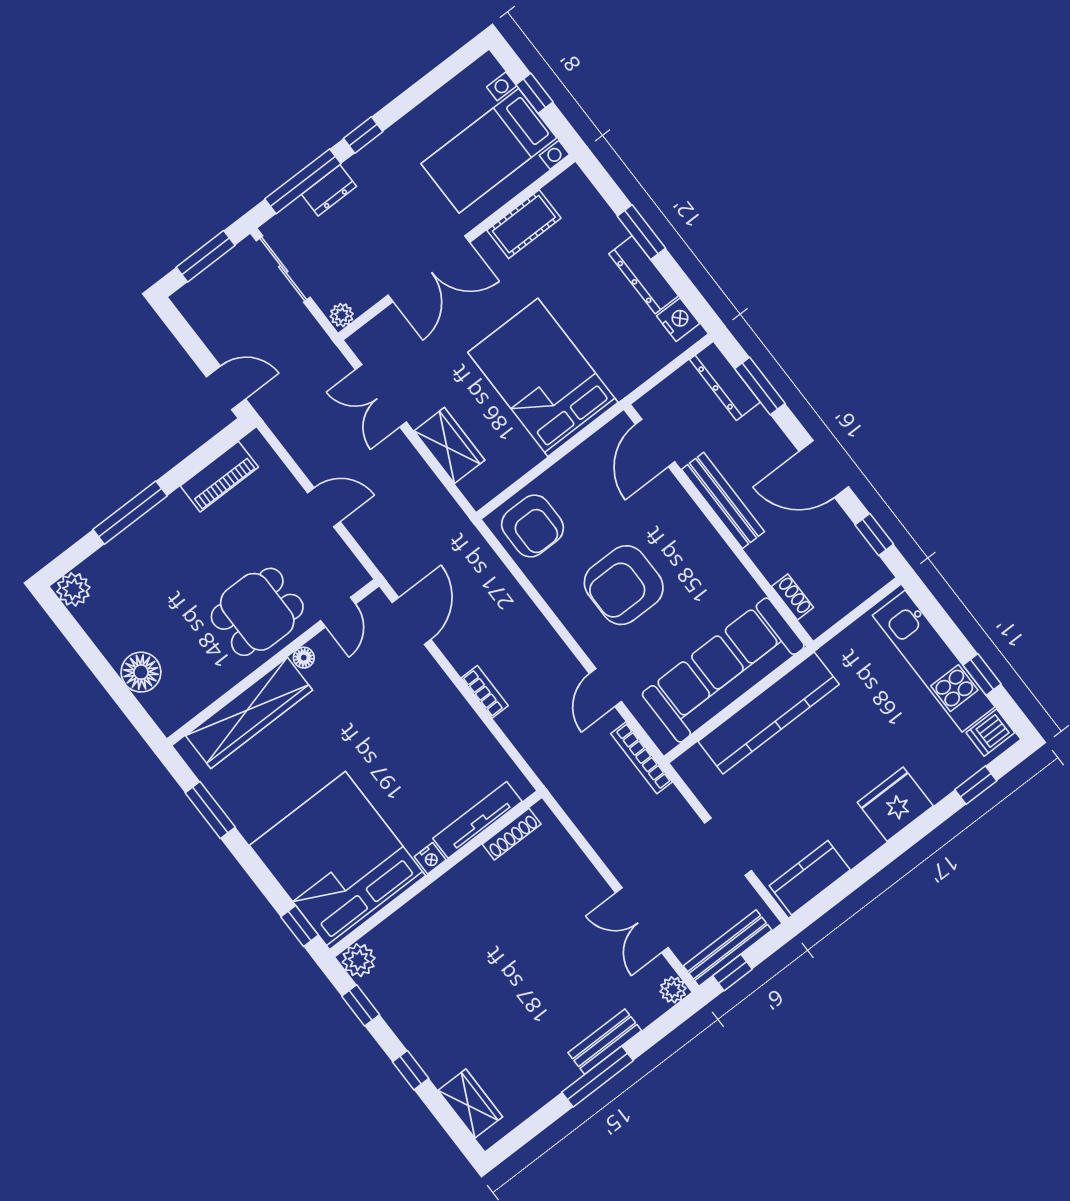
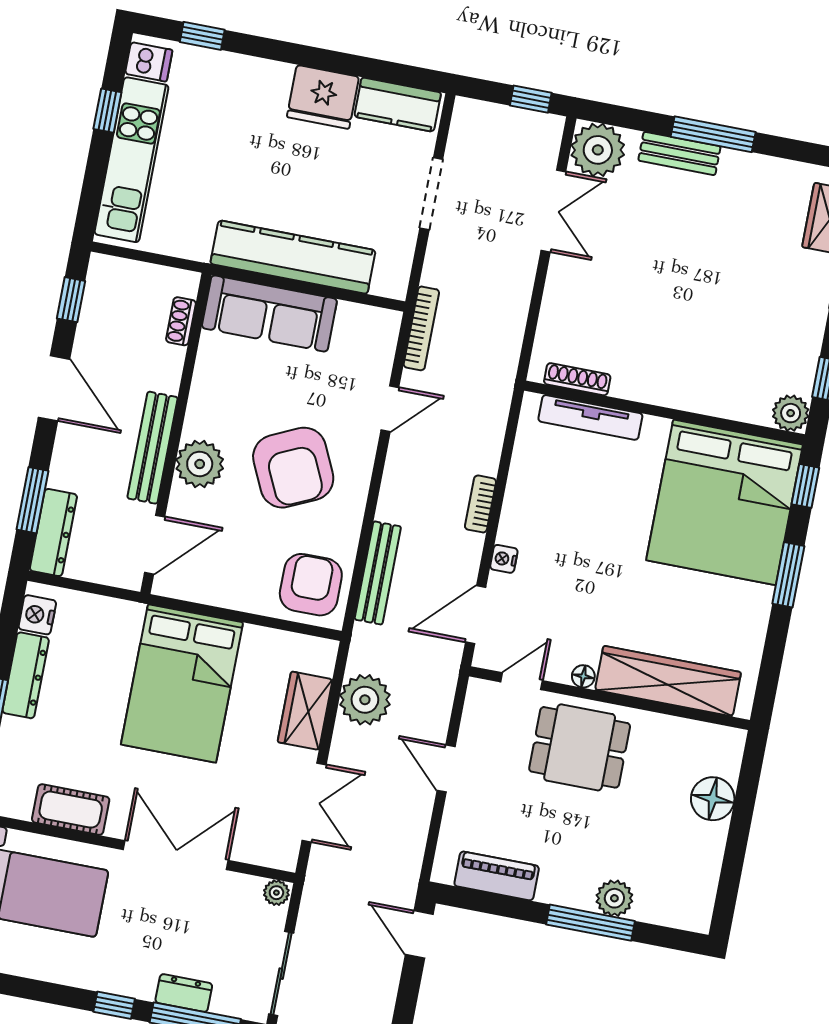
plant: (420, 493) -> (365, 700), added
plant: (683, 523) -> (200, 464), added
armchair: (624, 585) -> (293, 468), turned 65
plant: (73, 589) -> (614, 898), moved
sofa: (723, 670) -> (269, 313), width x0.74, depth x0.79
fridge: (895, 804) -> (323, 97), moved
window: (210, 810) -> (788, 575), moved
nightstand: (430, 858) -> (504, 559), moved, turned -90
bench: (728, 948) -> (378, 573), moved, turned 90
plant: (673, 990) -> (598, 150), width x1.88, depth x1.88

